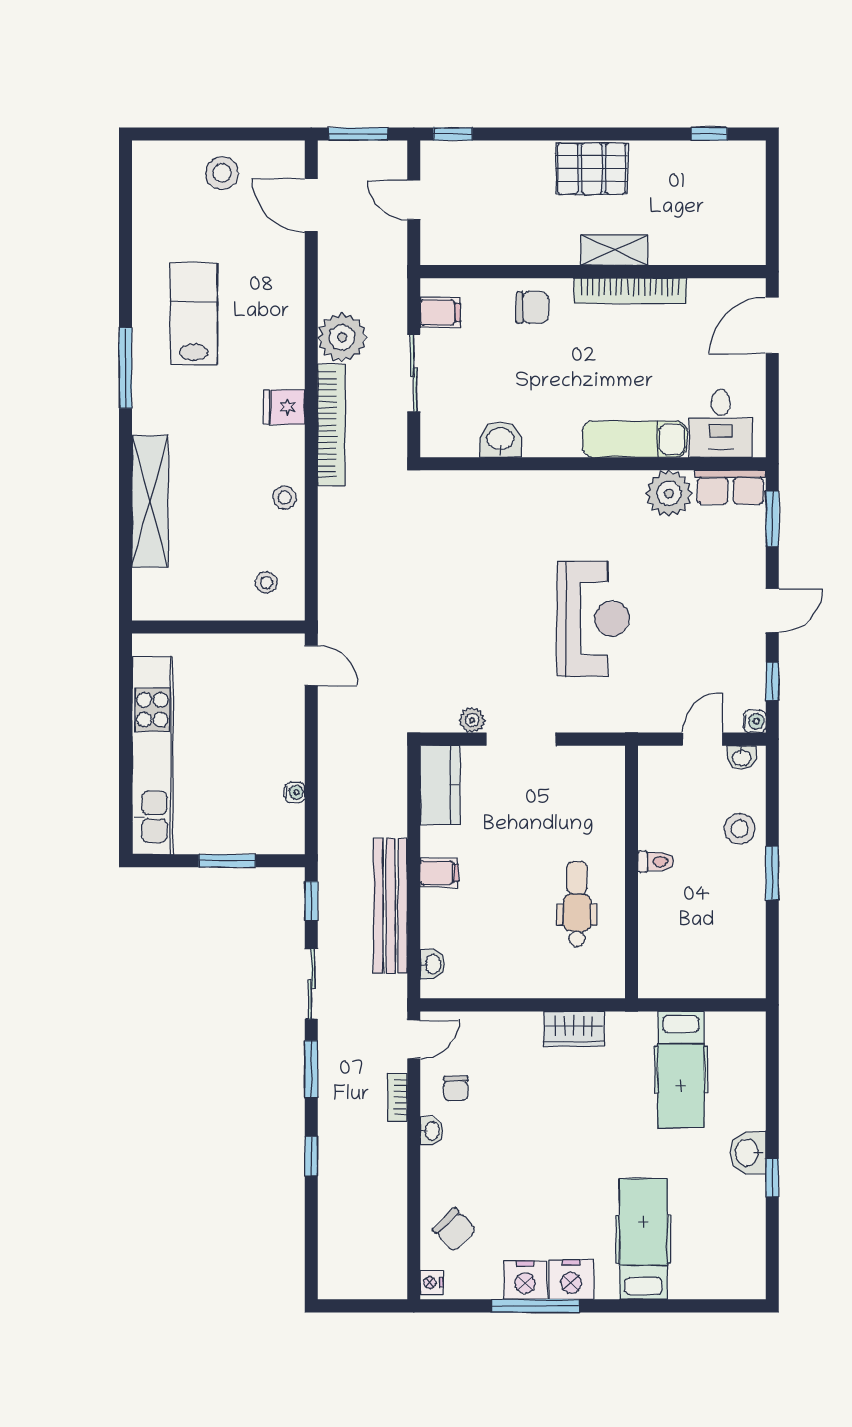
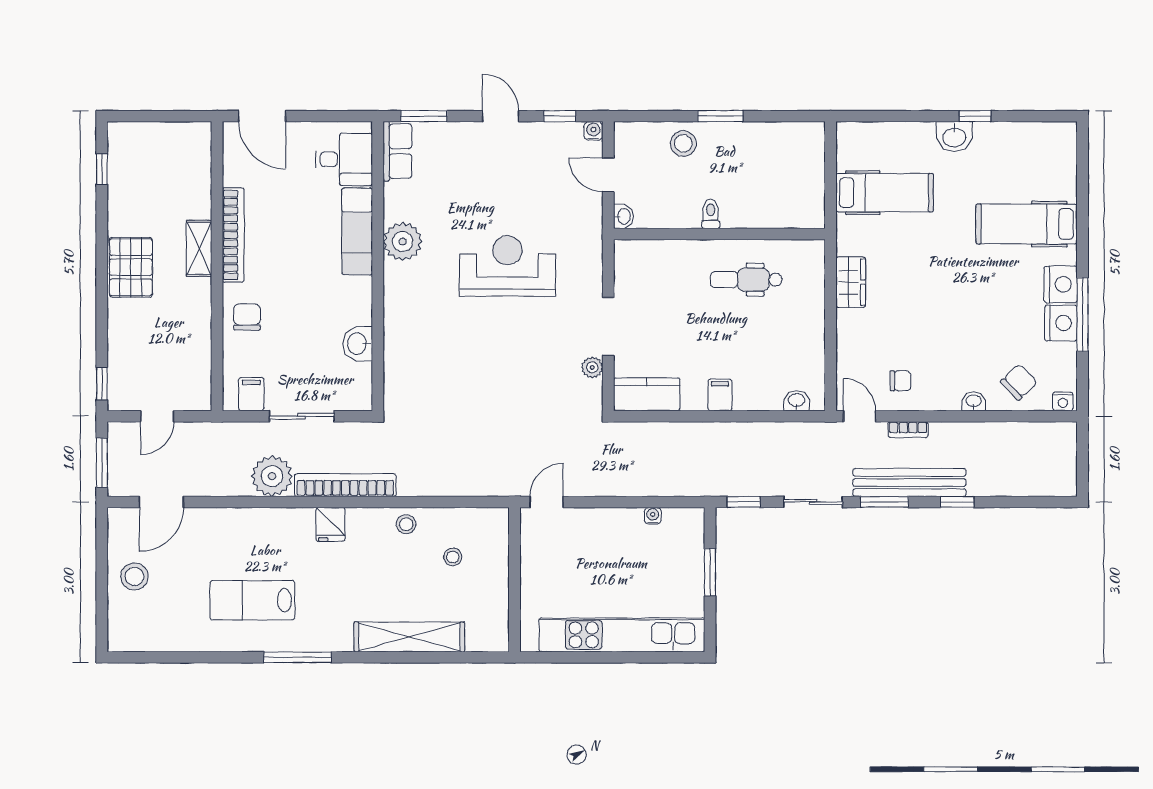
plant: (669, 493) -> (403, 242), moved
stool: (266, 582) -> (453, 557), moved
washbasin: (741, 757) -> (623, 216), moved
bench: (391, 906) -> (909, 483), moved
washbasin: (432, 1131) -> (974, 401), moved

